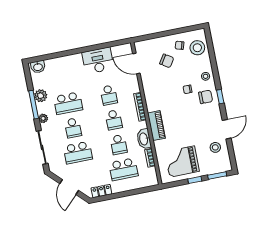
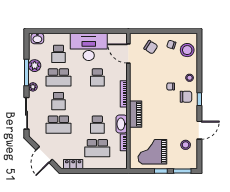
desk: (98, 61) -> (89, 47), width x1.36, depth x1.30
chair: (167, 61) -> (151, 47), moved
school desk: (114, 120) -> (58, 54), moved

